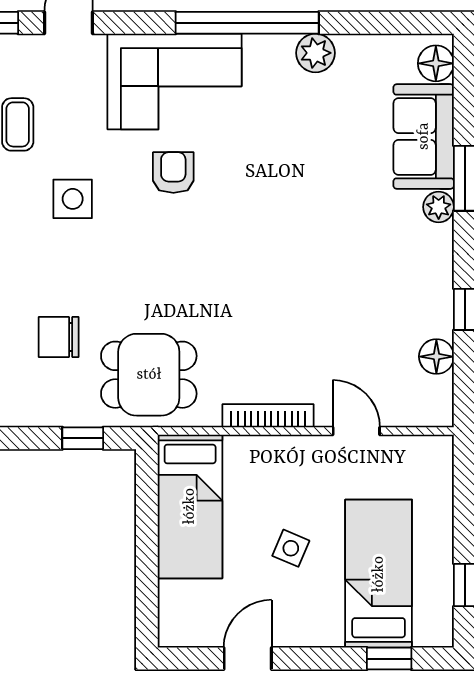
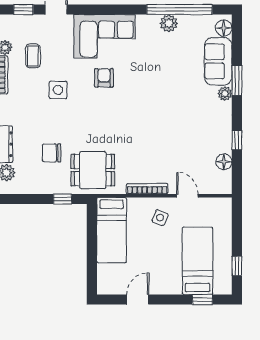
window: (247, 23) -> (179, 10), moved
side table: (291, 548) -> (160, 218), moved

